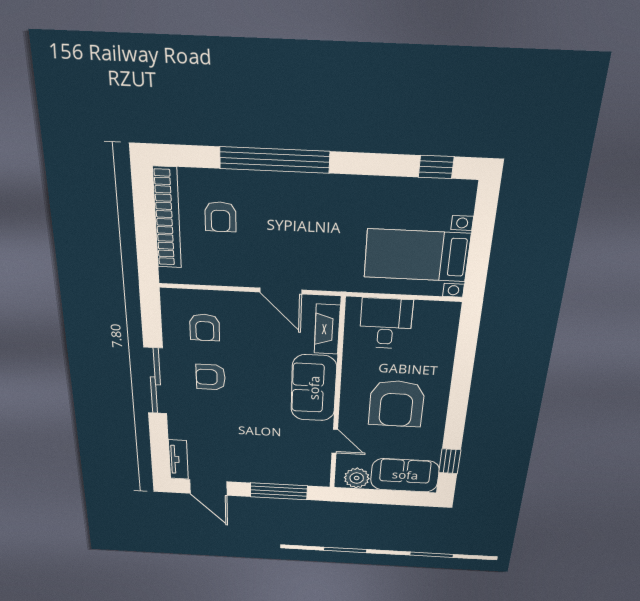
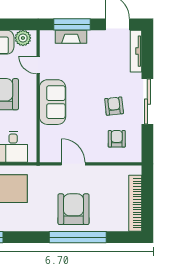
armchair: (220, 217) -> (73, 209), moved, width x1.88, depth x1.88
fireplace: (327, 329) -> (71, 37), moved, turned 90
armchair: (211, 377) -> (114, 106), turned -96
tv unit: (178, 460) -> (136, 51), width x1.41

